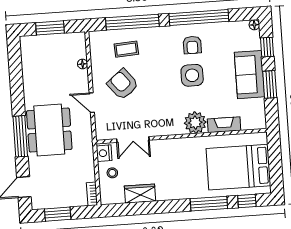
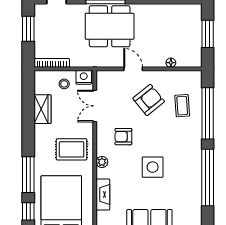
armchair: (192, 45) -> (123, 137), moved
door: (92, 103) -> (133, 69), hinge flipped
plant: (195, 123) -> (102, 162), width x0.53, depth x0.53
rug: (180, 160) -> (72, 149), added
bookcase: (92, 194) -> (52, 63), width x1.56

